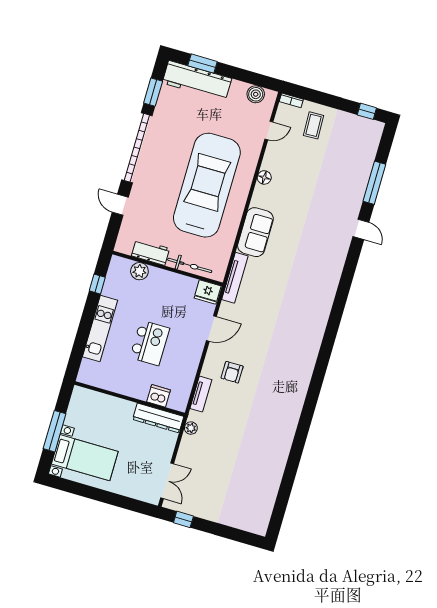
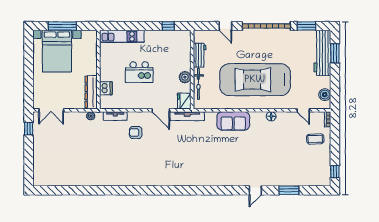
window: (374, 183) -> (289, 190), width x0.69
car: (207, 185) -> (255, 80), turned 180
door: (120, 205) -> (225, 26), swing flipped
plant: (139, 271) -> (185, 77), moved
tv unit: (235, 278) -> (187, 116), moved
kitchen unit: (100, 329) -> (122, 36), moved
bed with nightstands: (85, 458) -> (57, 51), width x1.36

